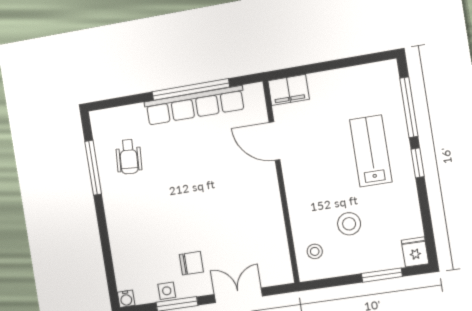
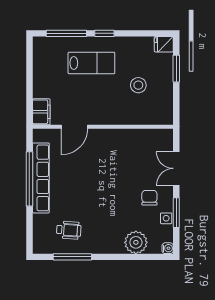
lab bench: (371, 151) -> (91, 63), turned 180
stool: (315, 251) -> (154, 111), removed
plant: (127, 253) -> (136, 242), added

